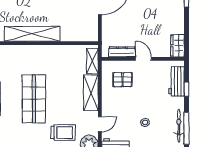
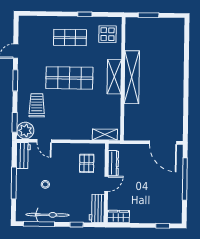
workbench: (176, 81) -> (97, 208), moved, turned -90
shelving: (91, 93) -> (114, 77), moved, turned 90
bicycle: (179, 126) -> (47, 215), width x1.37, depth x1.40
trolley: (63, 132) -> (37, 105), turned 180

